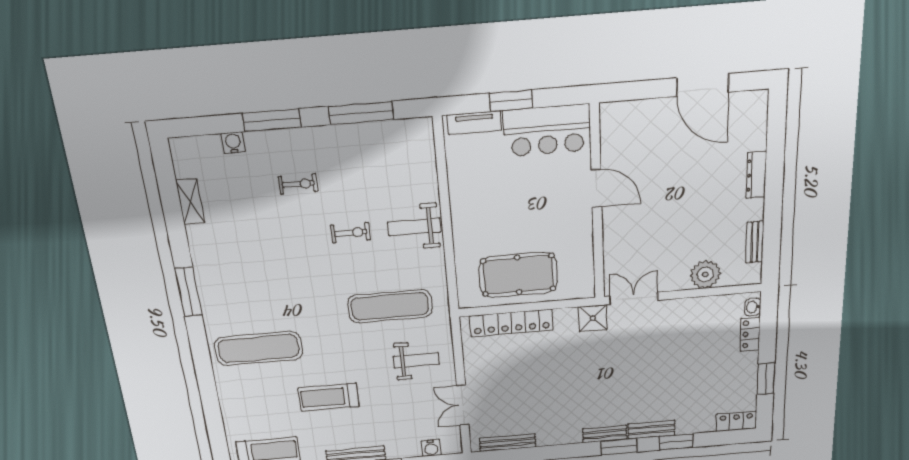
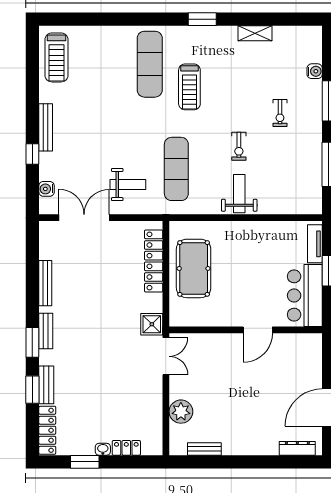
dresser: (756, 175) -> (297, 448), moved
shelving: (190, 202) -> (255, 33), moved
window: (188, 292) -> (202, 19), width x0.69
washbasin: (753, 307) -> (103, 449), moved
weight bench: (416, 360) -> (128, 185), turned -90
treadmill: (329, 397) -> (189, 87), moved, turned 180
double door: (463, 405) -> (84, 218), width x1.37
locker: (736, 421) -> (47, 430), width x1.53
bench: (651, 430) -> (46, 385), moved
bench: (508, 443) -> (45, 283), moved

